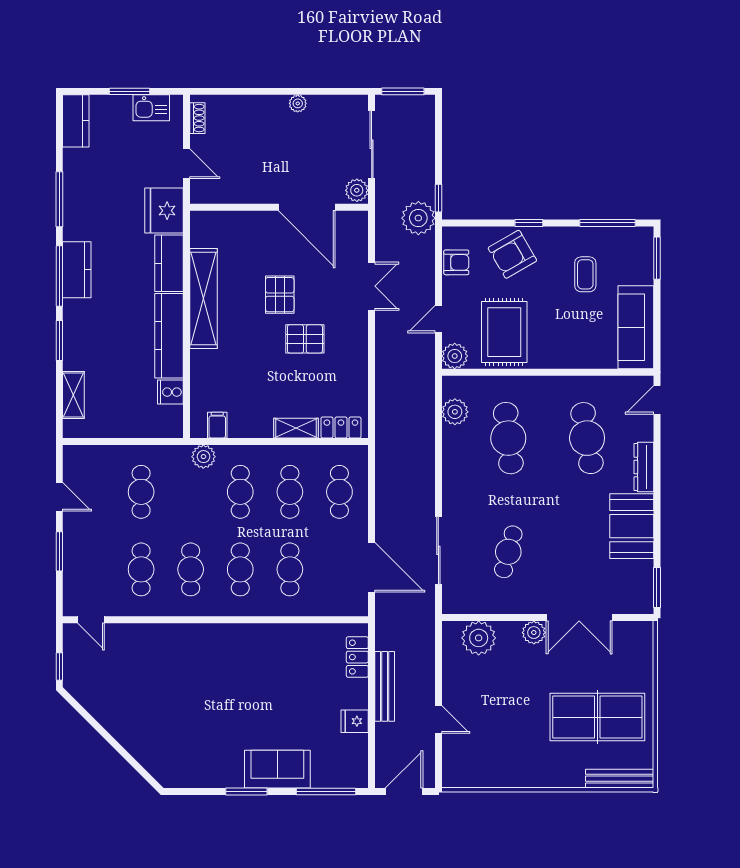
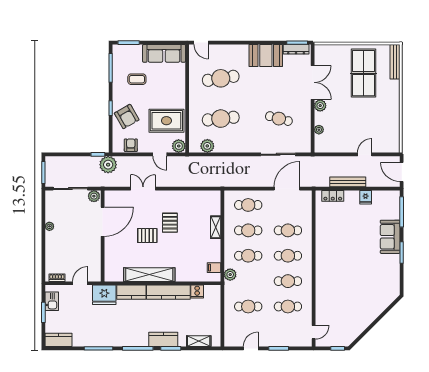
kitchen counter: (77, 270) -> (163, 339), moved
locker: (341, 427) -> (215, 204), removed
dresser: (644, 467) -> (296, 49), moved
plant: (479, 638) -> (319, 130), width x0.53, depth x0.53

